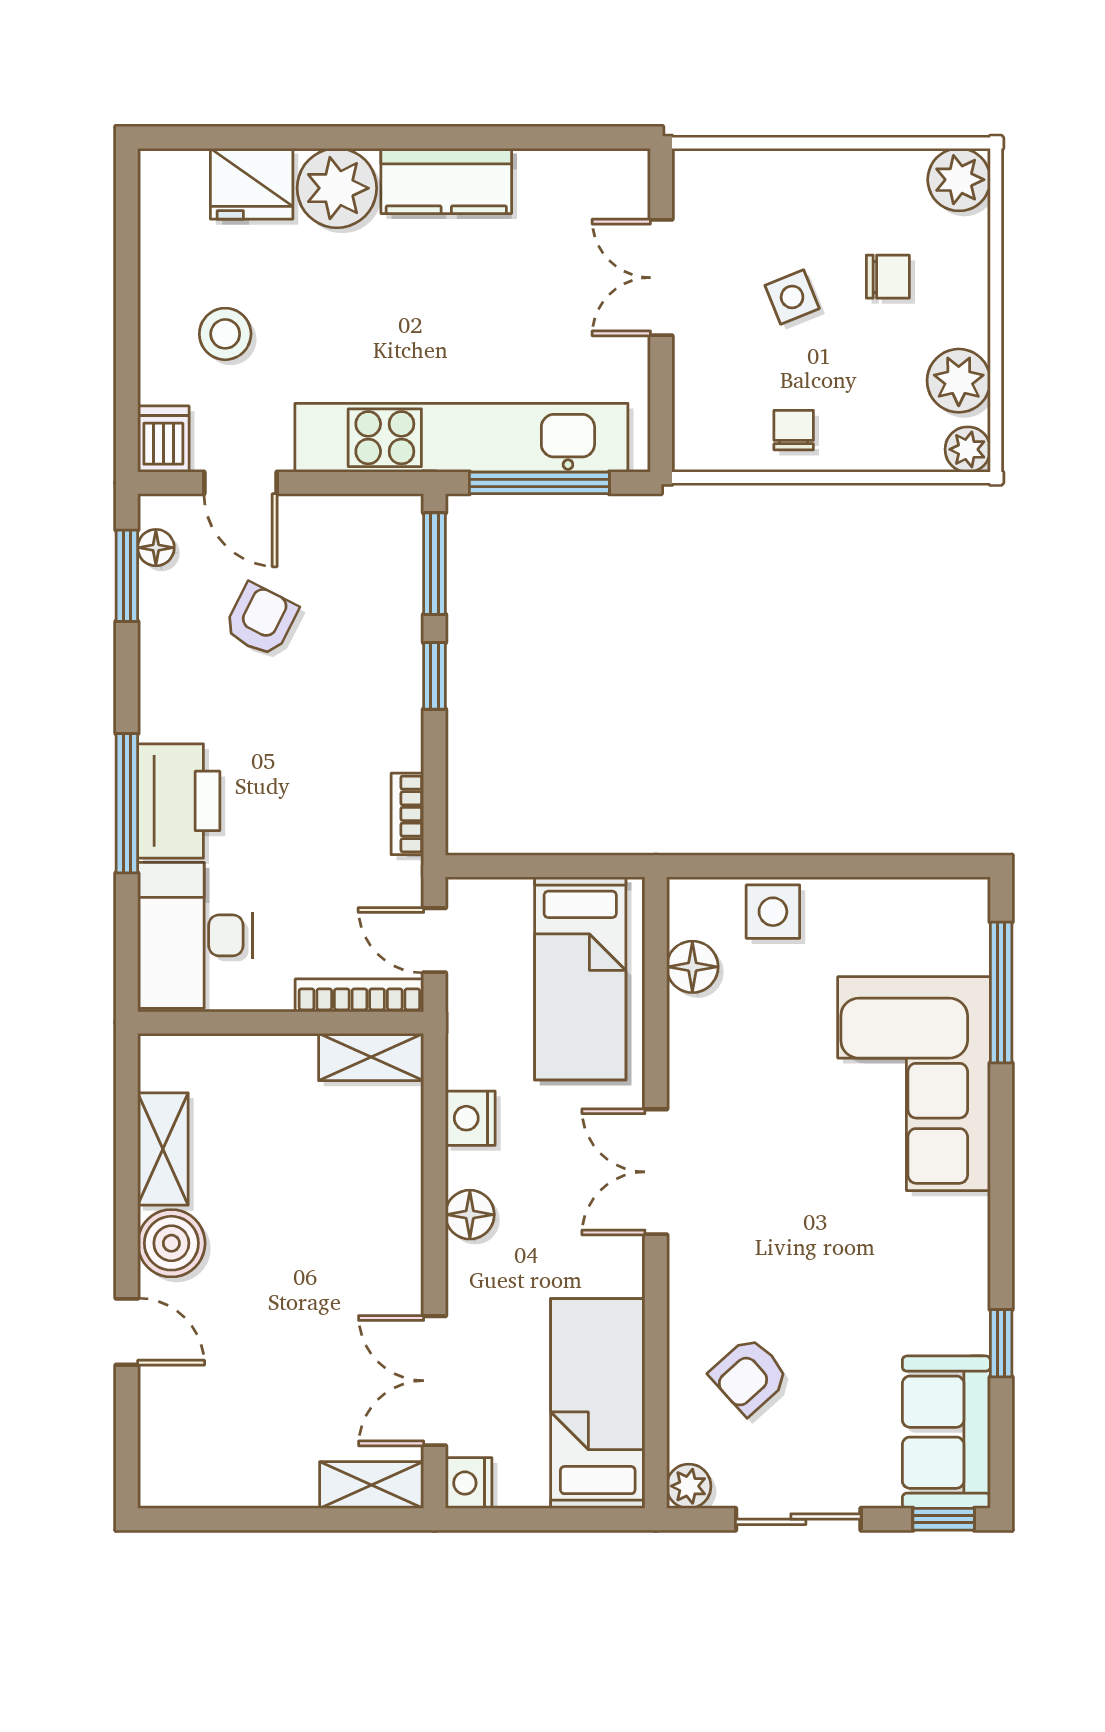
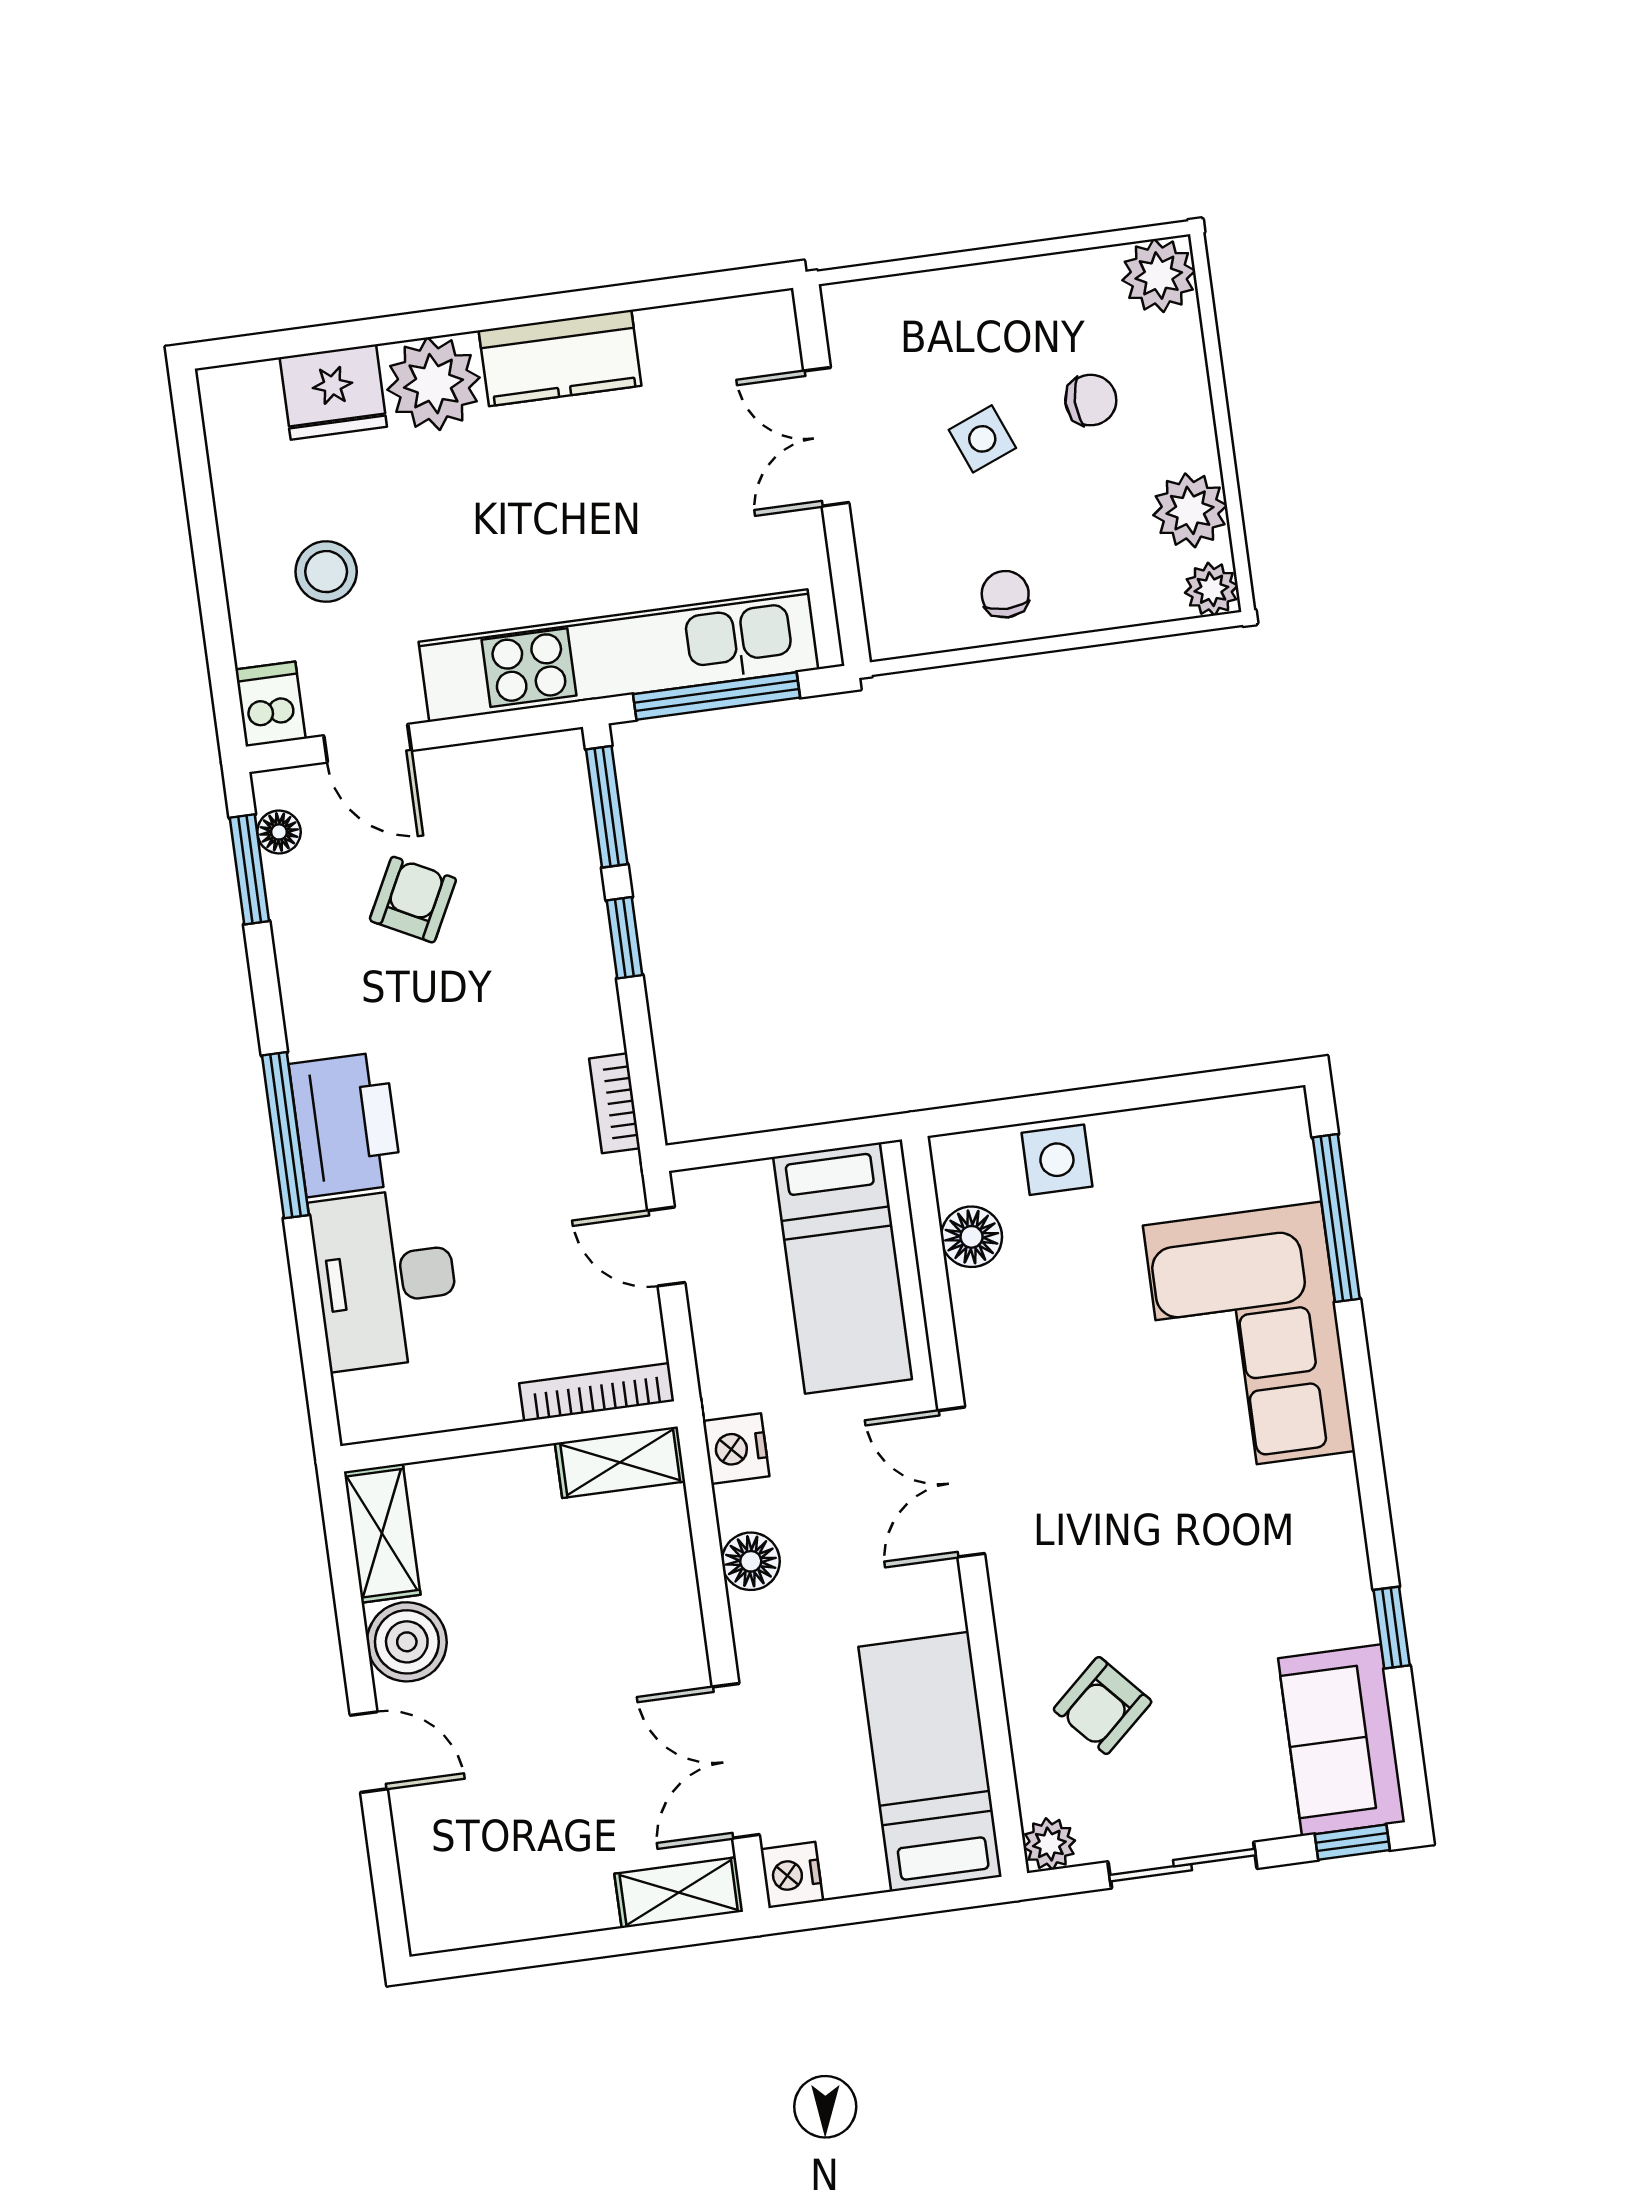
bookcase: (359, 995) -> (597, 1392), moved
wall: (281, 1023) -> (509, 1436), moved
shelving: (371, 1057) -> (620, 1462), moved

